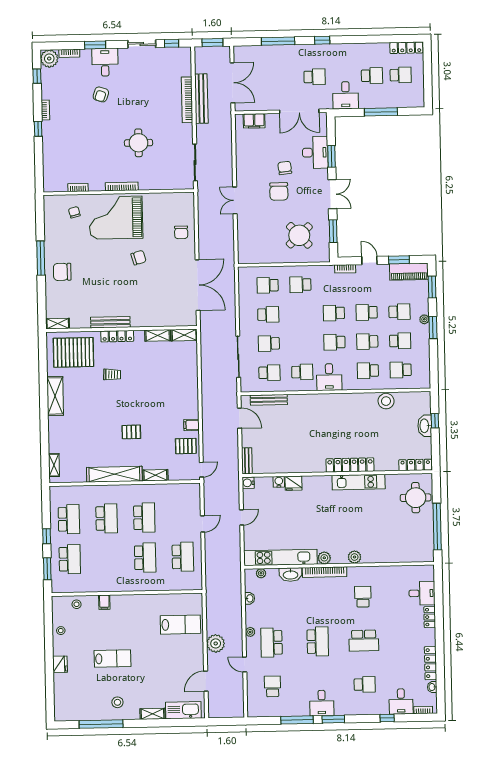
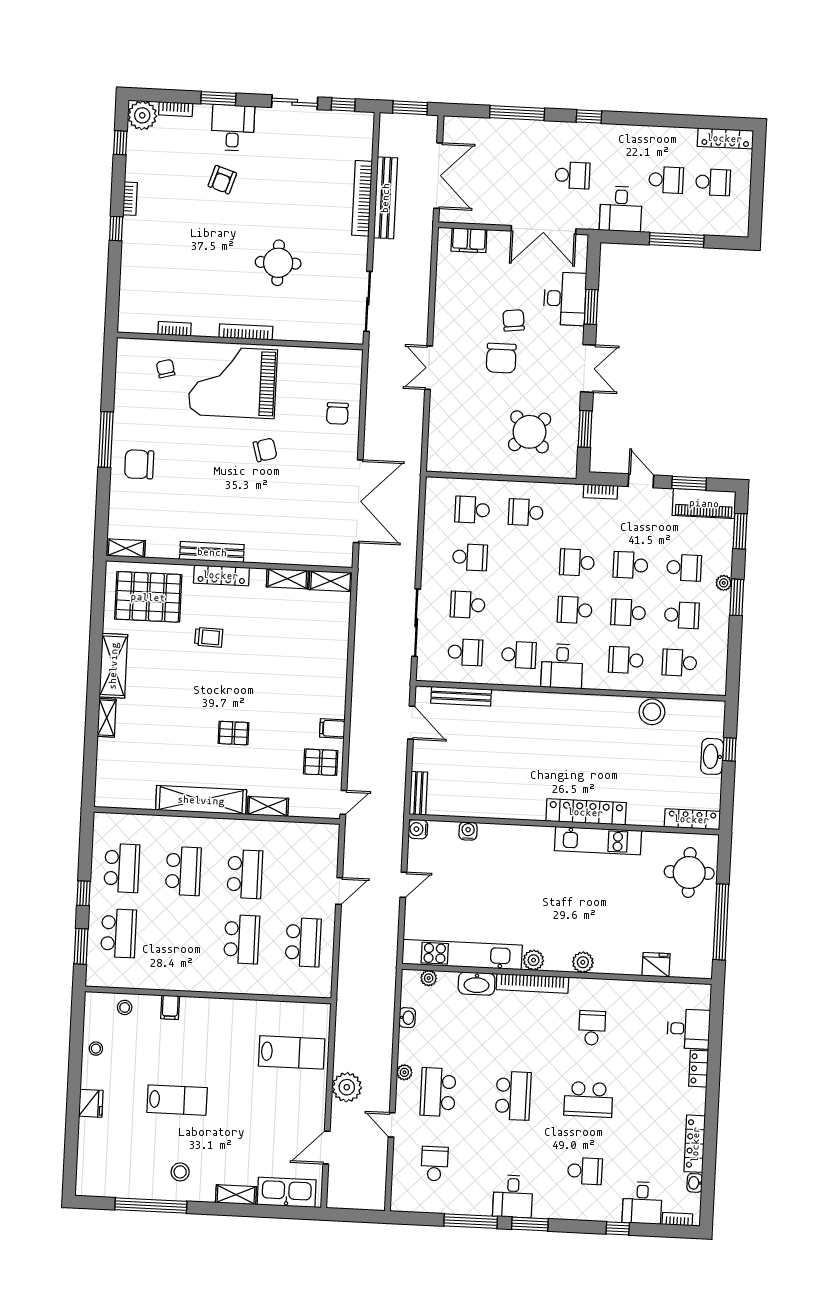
shelving: (54, 465) -> (107, 718), moved
fridge: (294, 483) -> (656, 965), moved, turned 180

